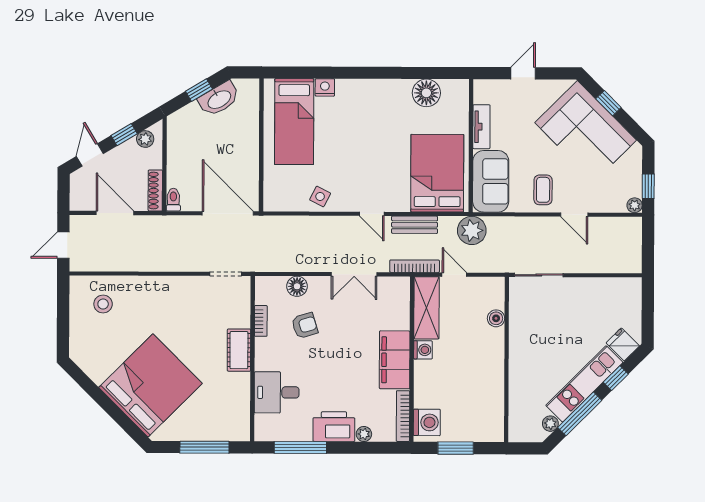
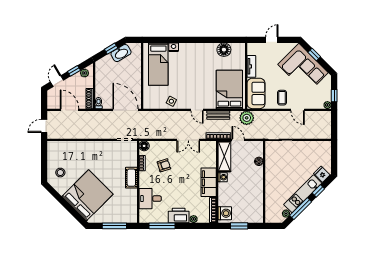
floor lamp: (297, 286) -> (144, 146), moved
stool: (103, 304) -> (60, 173), moved

